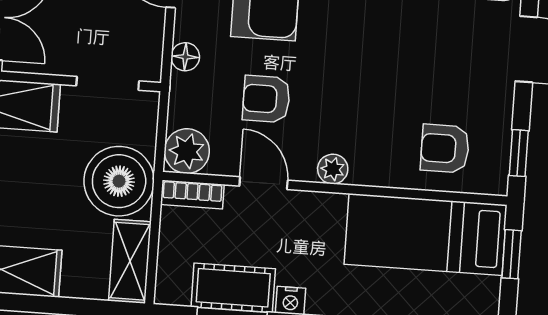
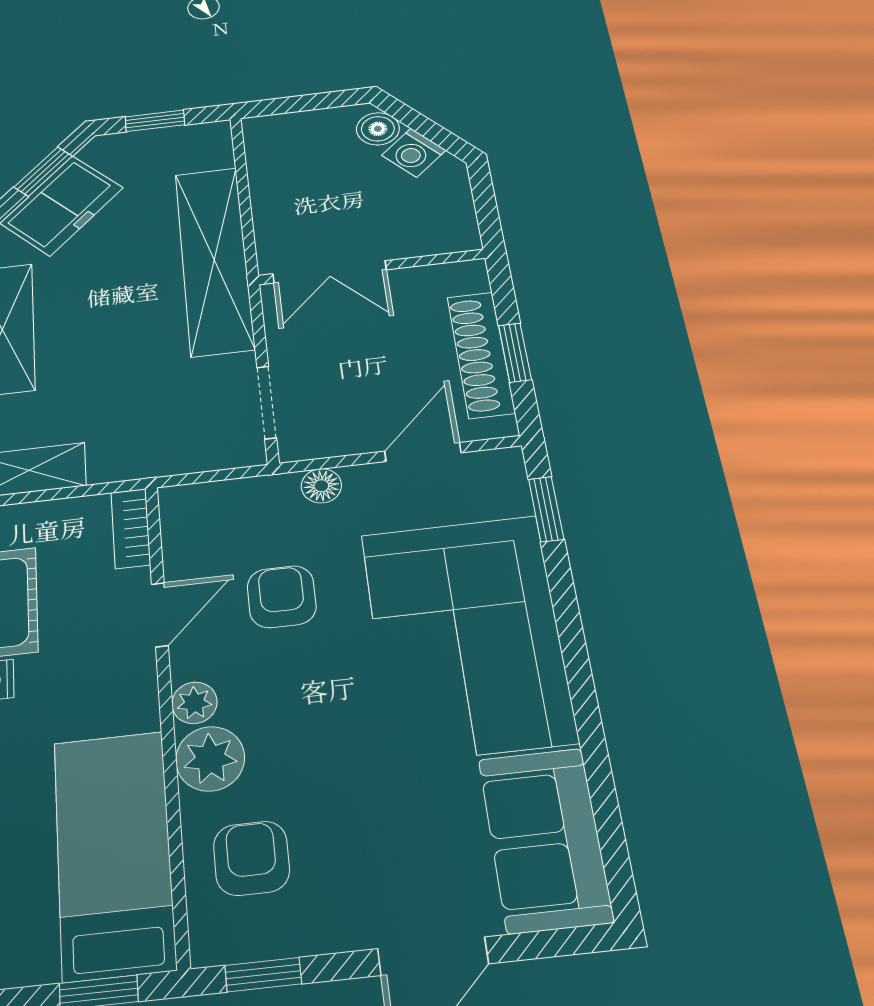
plant: (187, 151) -> (210, 759), moved
boiler: (119, 181) -> (137, 439), removed

